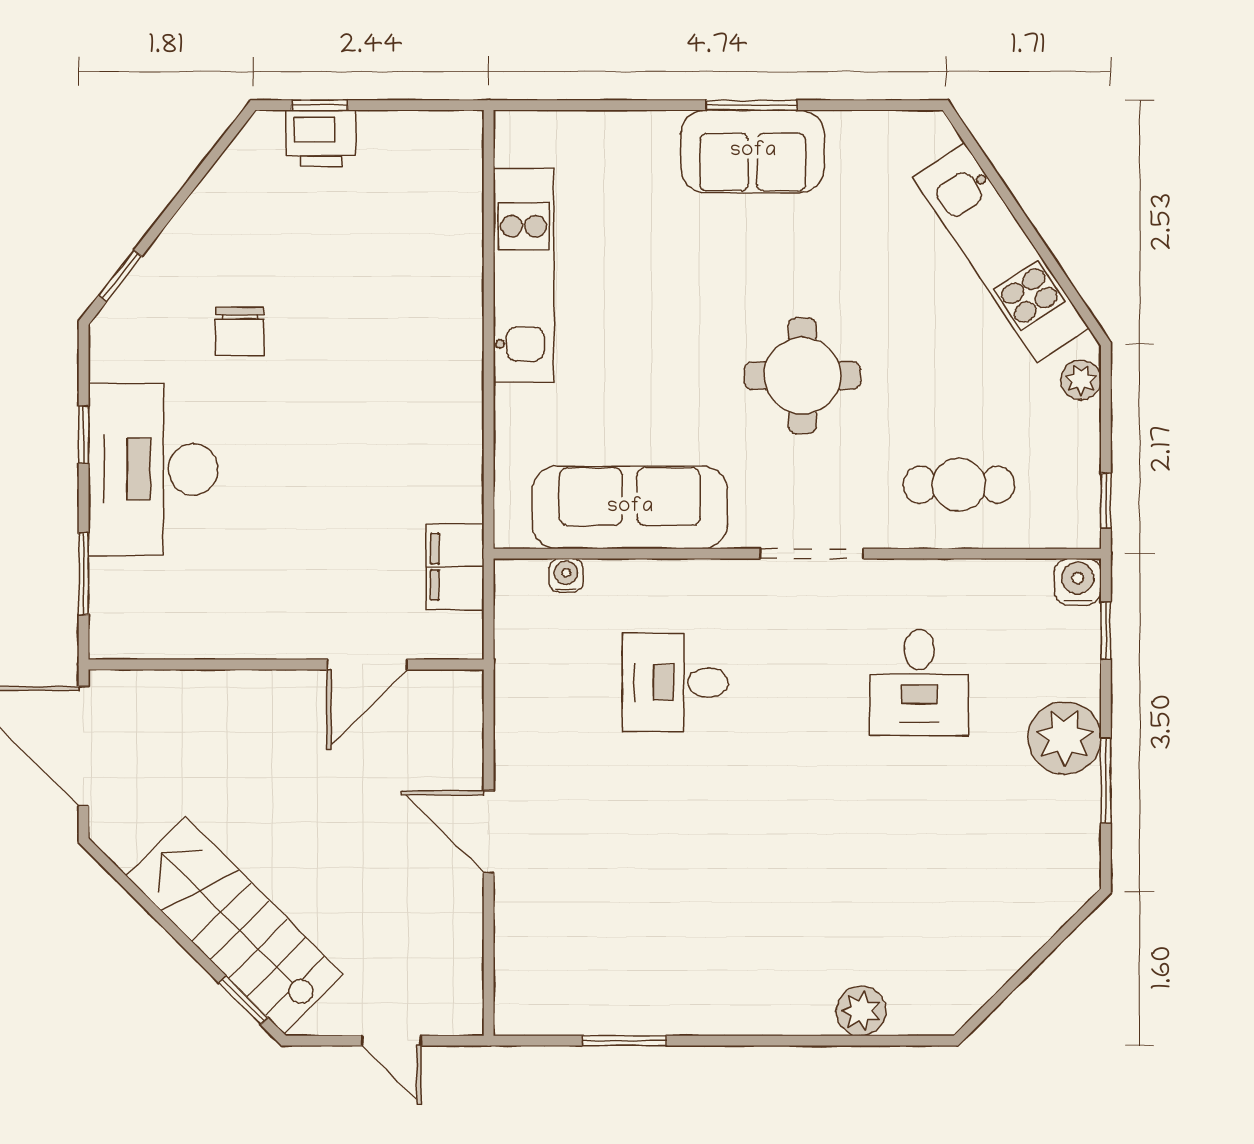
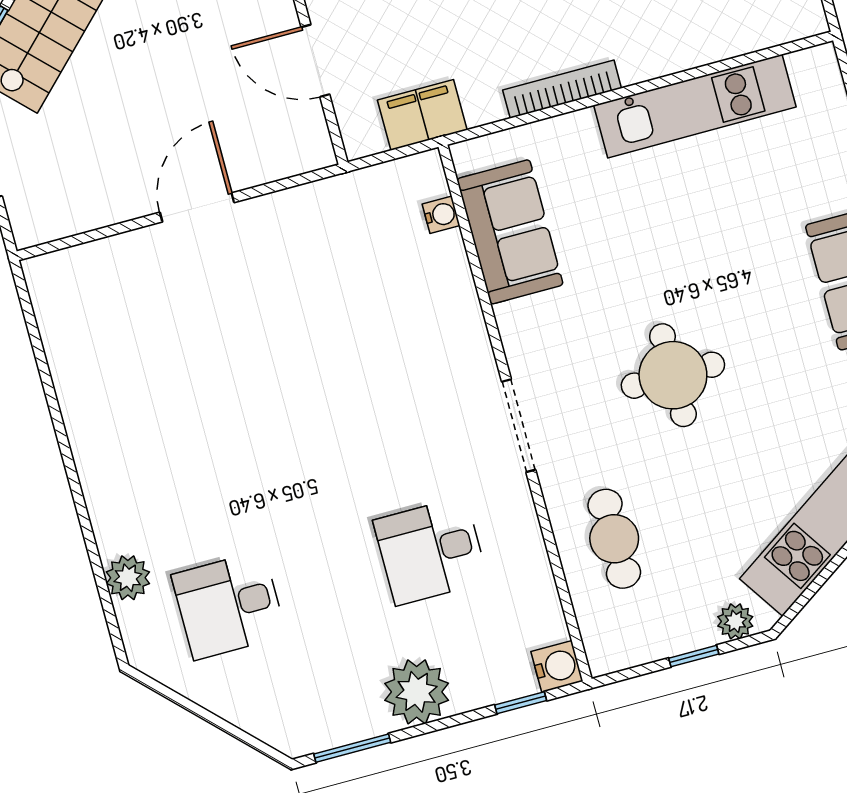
bookcase: (468, 411) -> (562, 89), added
window: (1106, 500) -> (694, 656), moved
sofa: (630, 507) -> (510, 232), width x0.73
desk: (675, 682) -> (229, 605), moved, turned -90
window: (1106, 780) -> (352, 748), moved
window: (624, 1041) -> (46, 376), removed

